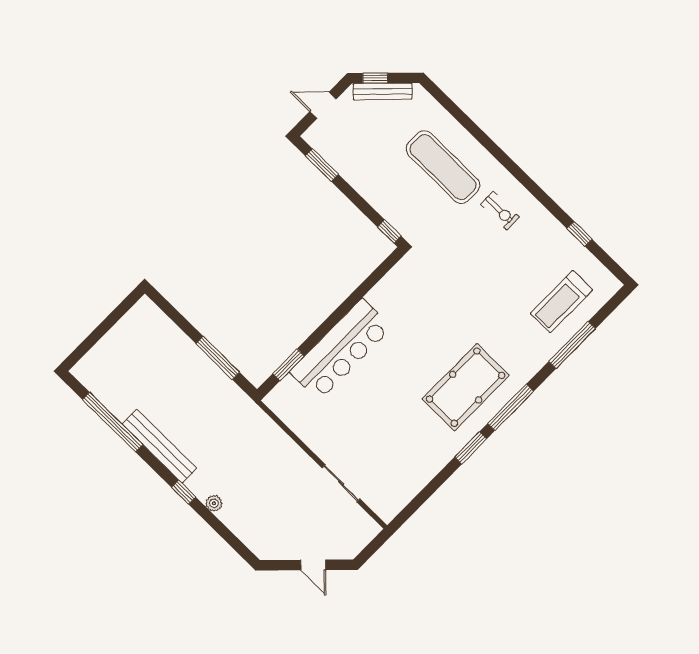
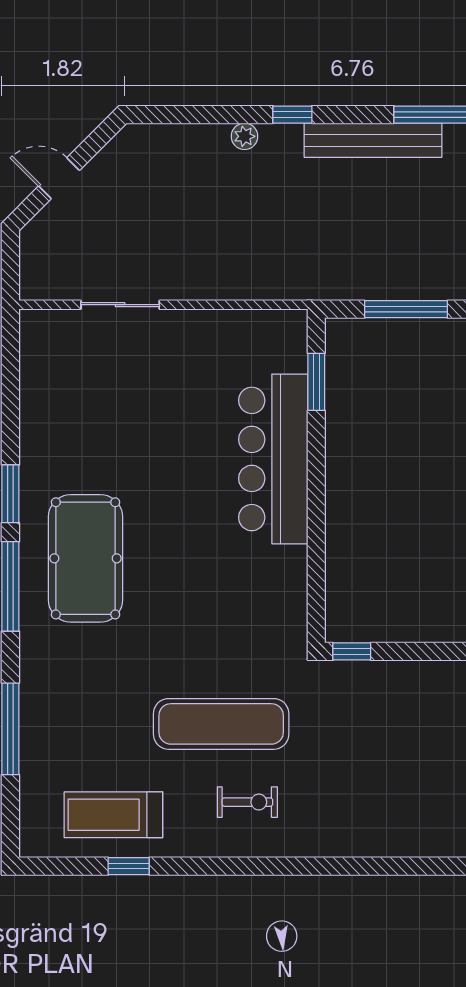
exercise mat: (443, 167) -> (221, 724), moved
exercise bike: (500, 211) -> (247, 802), turned 180
treadmill: (562, 302) -> (113, 815), moved, turned -90

